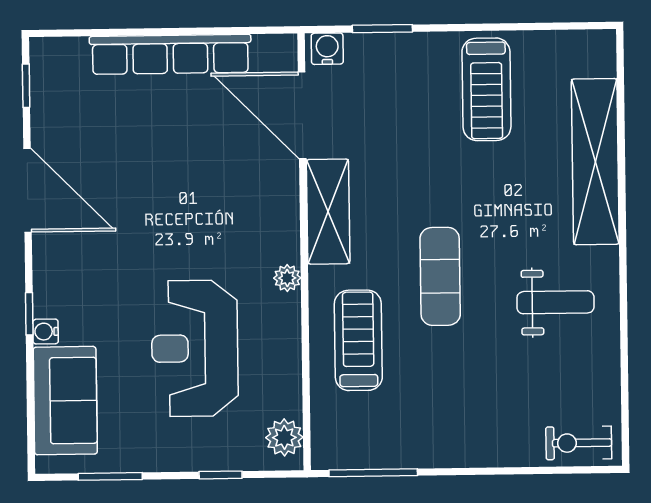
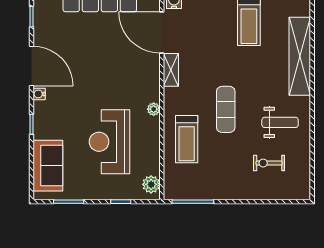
shelving: (328, 212) -> (171, 70), width x0.67, depth x0.75
water cooler: (46, 332) -> (39, 94), moved
treadmill: (358, 340) -> (187, 139), turned 180
exercise bike: (579, 443) -> (269, 163), moved

